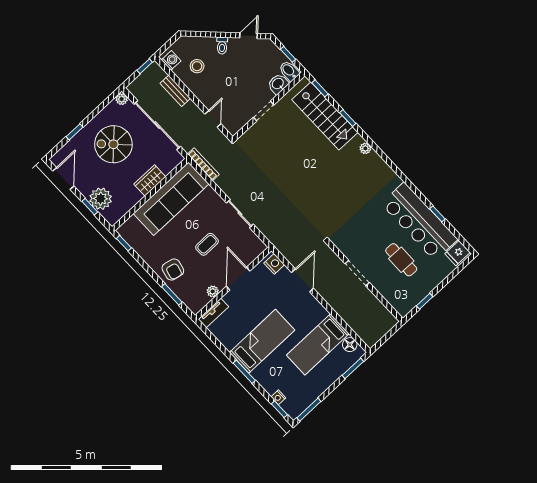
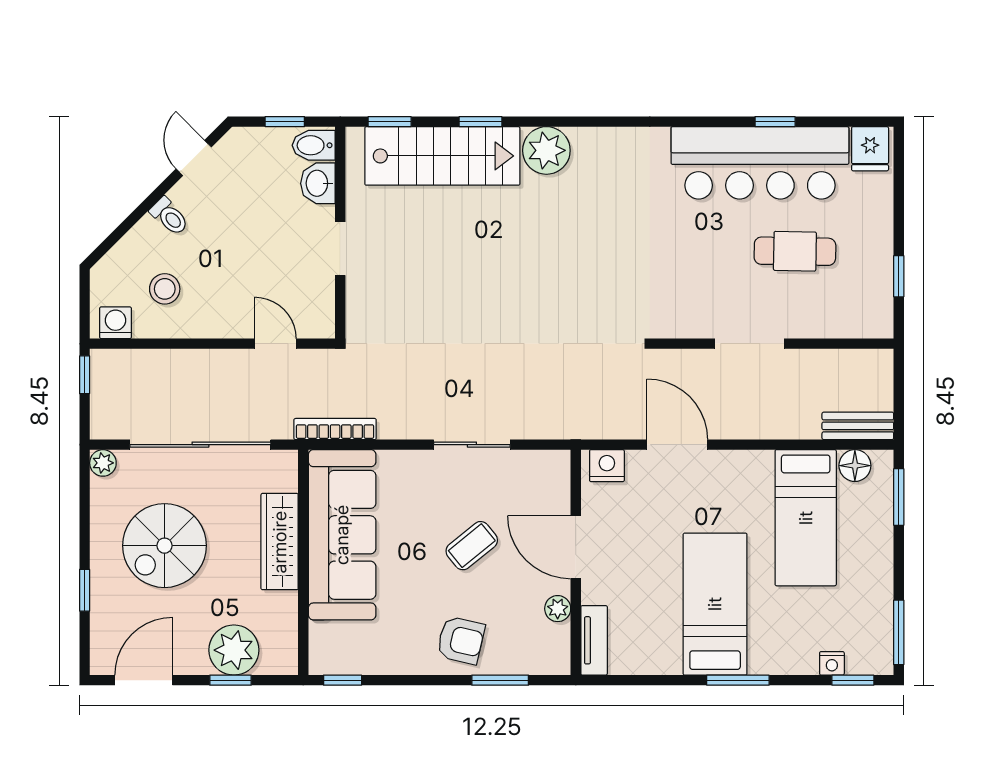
bench: (175, 91) -> (858, 426), moved
plant: (365, 148) -> (546, 150), width x1.88, depth x1.88
door: (63, 178) -> (144, 680), hinge flipped
wardrobe: (150, 180) -> (280, 542), width x1.50
coffee table: (207, 244) -> (472, 546), turned 51

